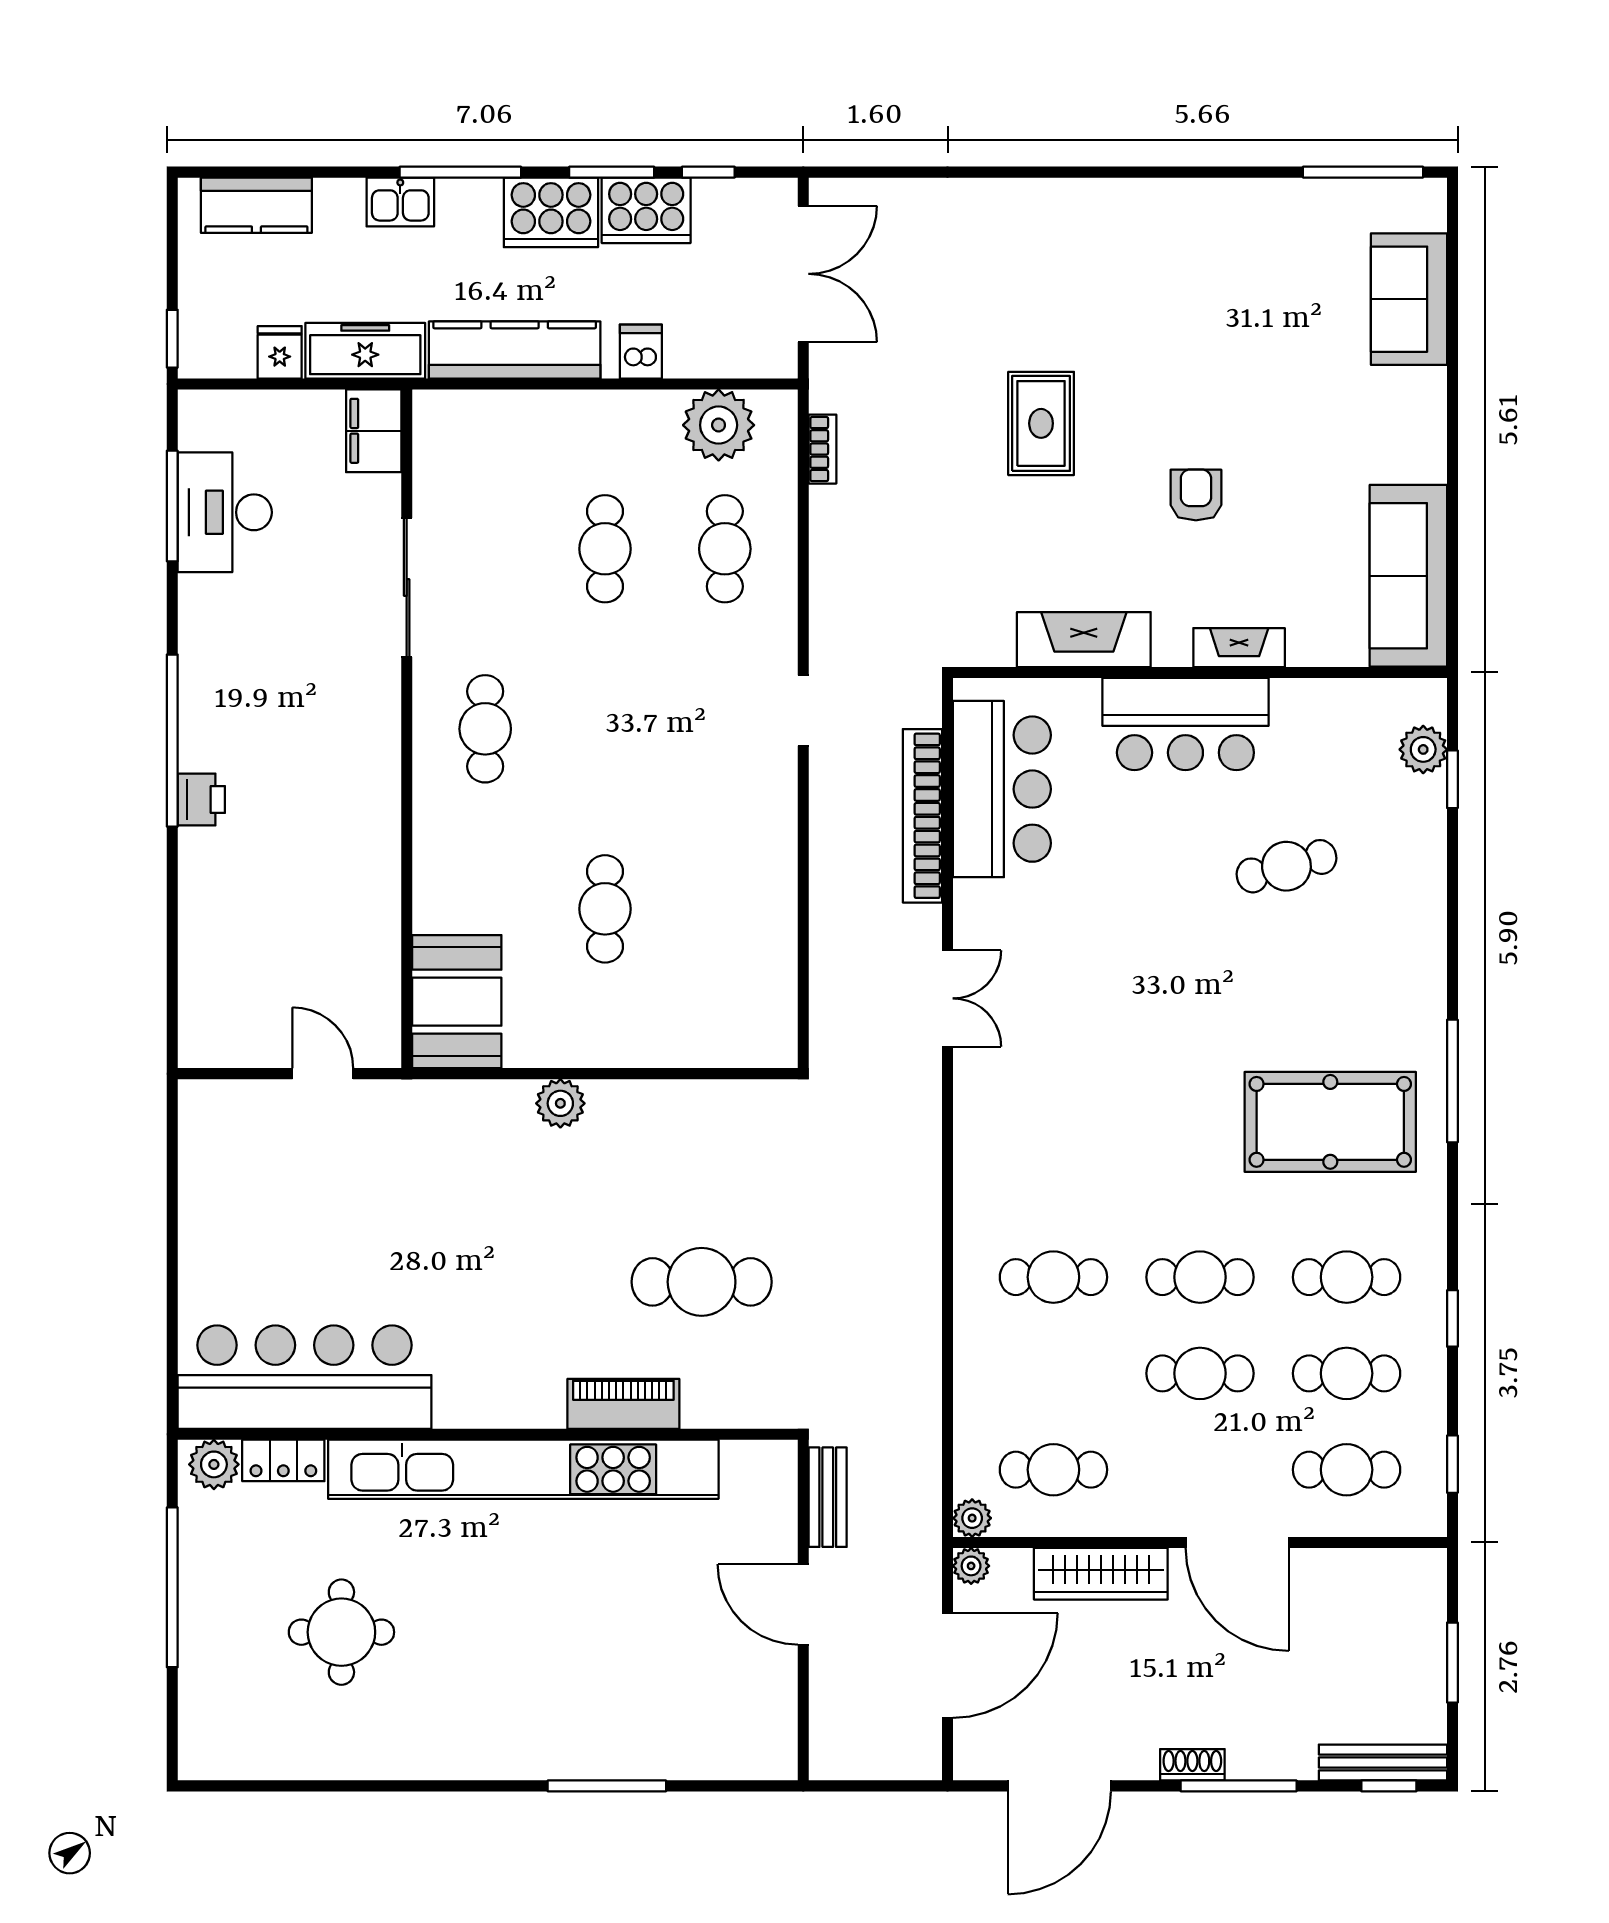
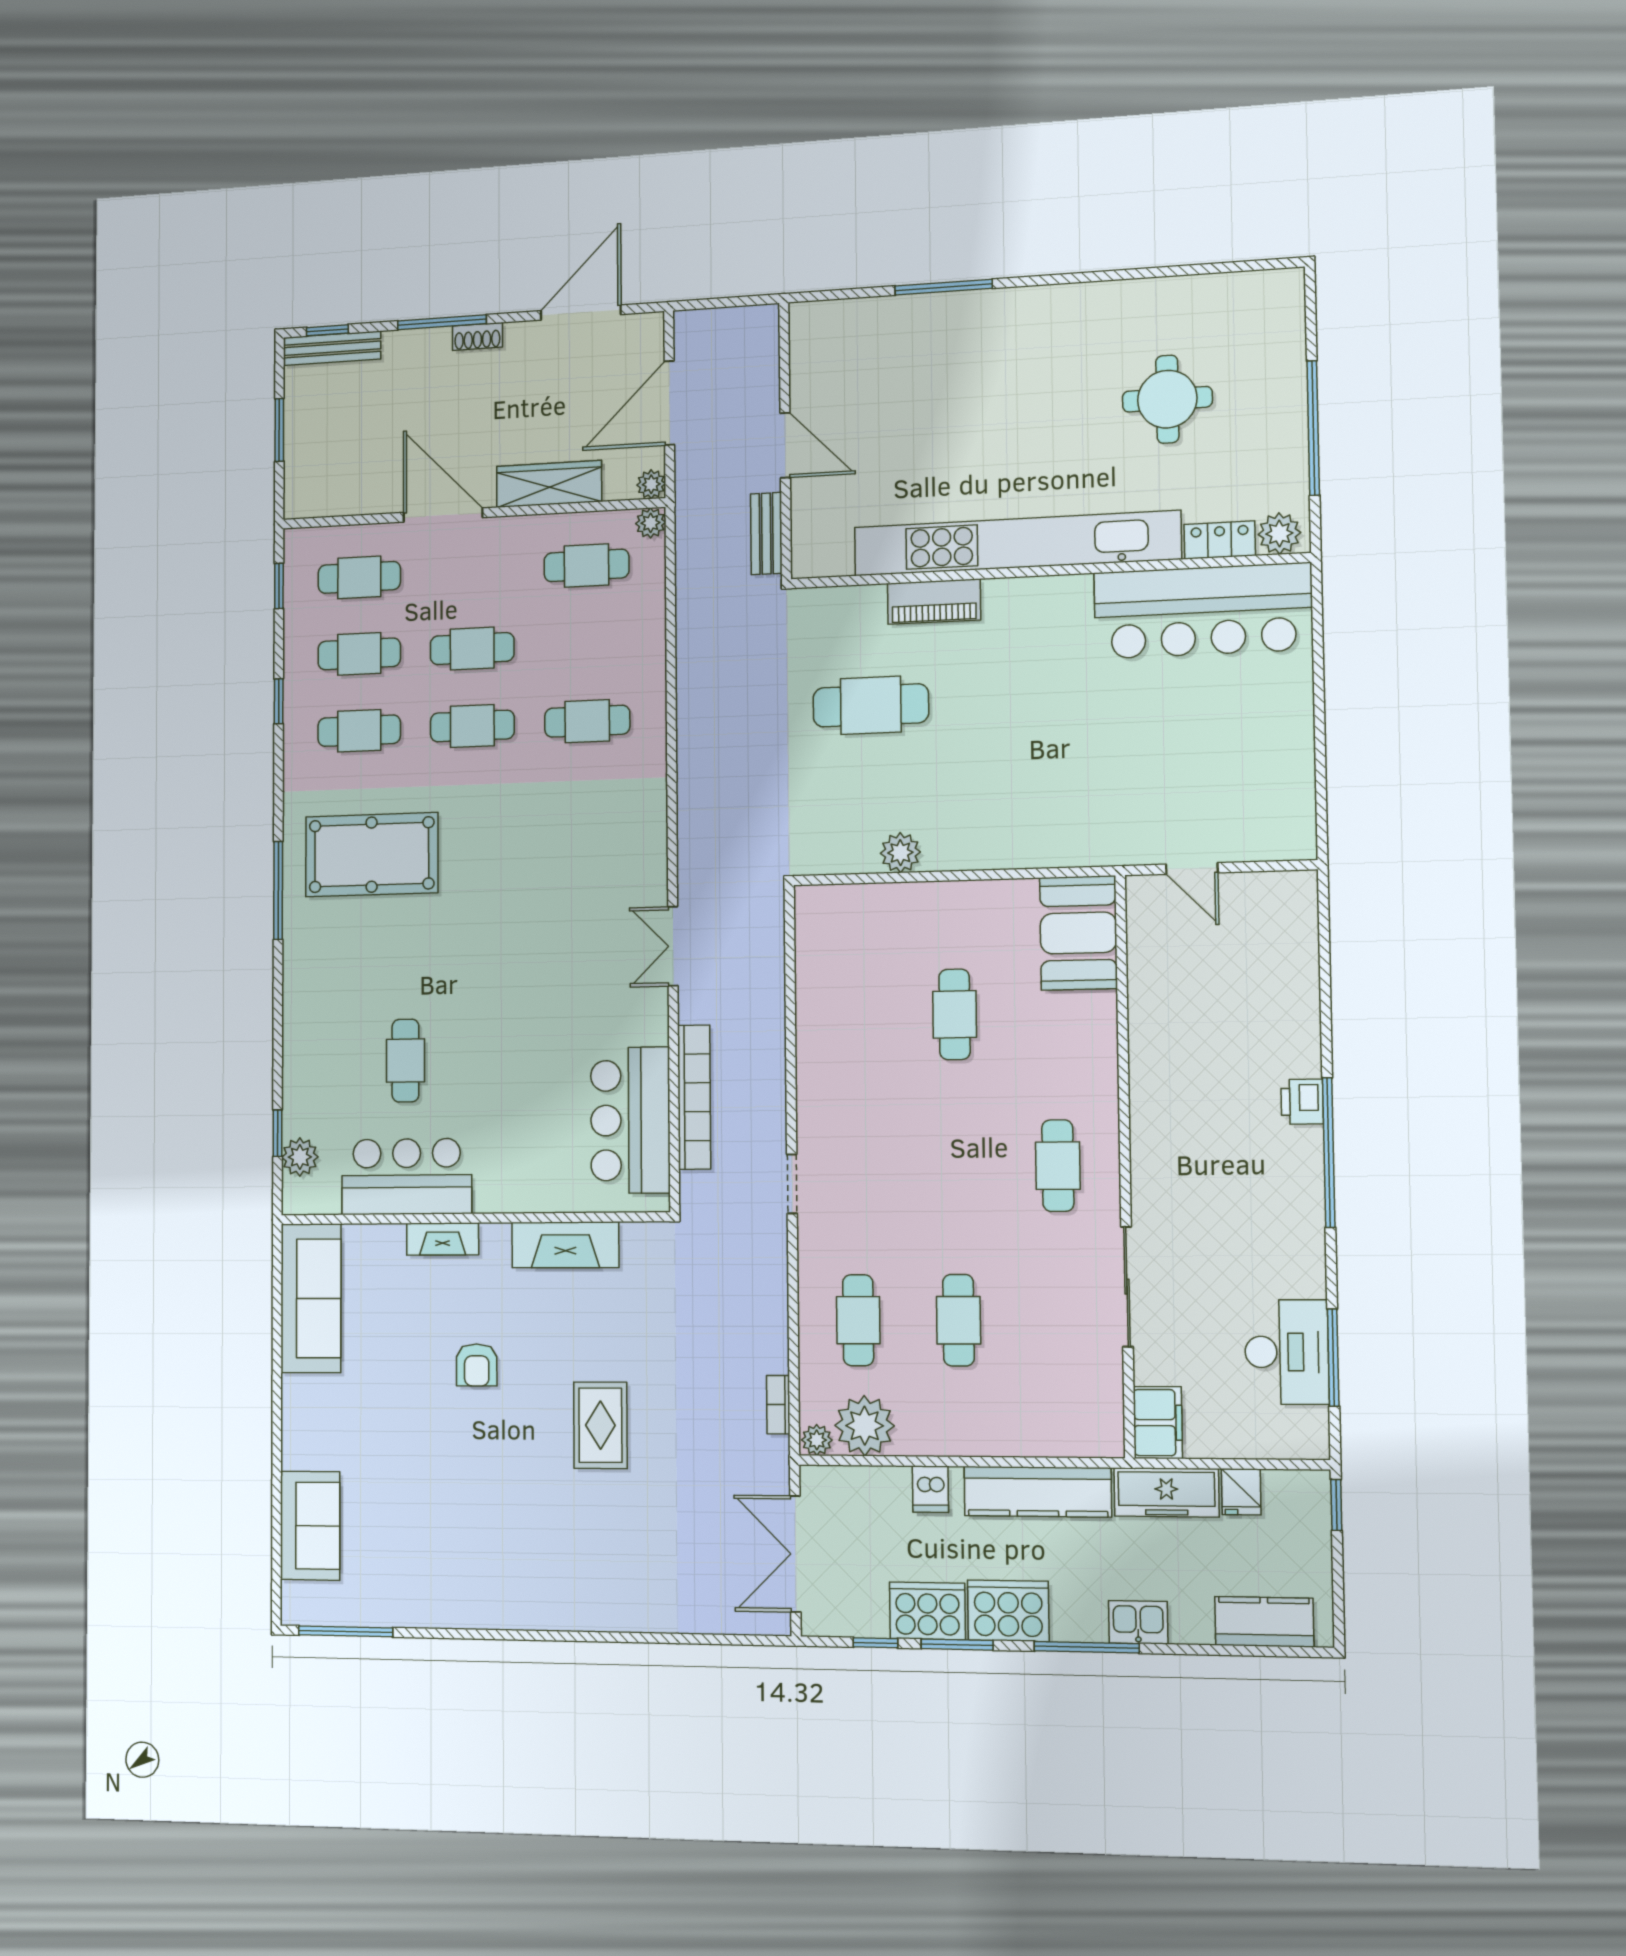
plant: (776, 408) -> (817, 1440), added
bar counter: (1185, 724) -> (407, 1177), moved
cafe table: (1286, 866) -> (405, 1061), turned -75
plant: (560, 1103) -> (900, 853), moved

